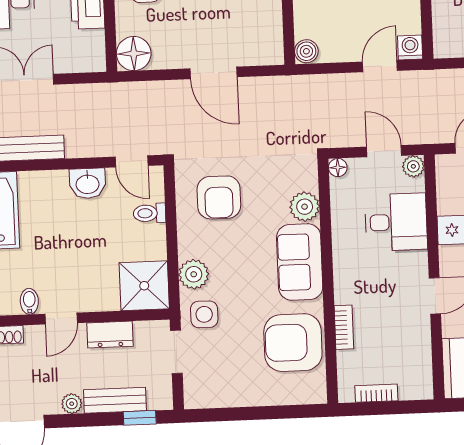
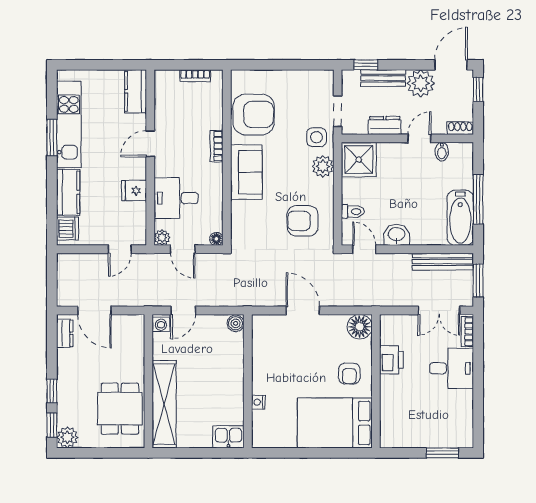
armchair: (219, 197) -> (303, 221), turned -90
plant: (305, 207) -> (241, 212), removed
bookcase: (344, 327) -> (217, 146), moved
plant: (72, 404) -> (421, 83), width x1.88, depth x1.88

